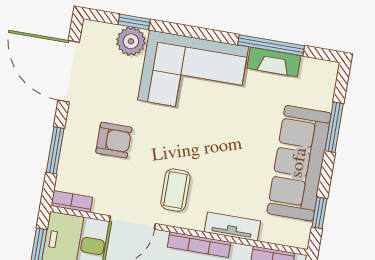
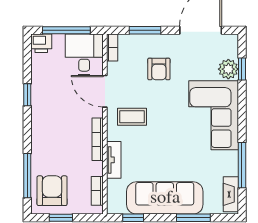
fireplace: (274, 62) -> (231, 194), moved

